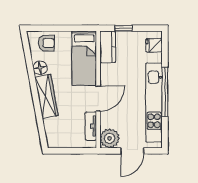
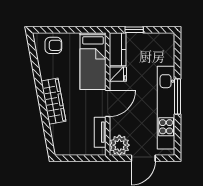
fridge: (154, 45) -> (118, 74), moved, turned 180
floor lamp: (40, 68) -> (47, 71), removed
window: (165, 92) -> (177, 97), width x0.68

